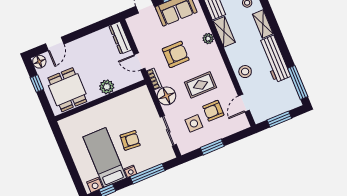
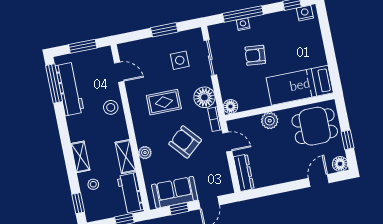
armchair: (176, 54) -> (185, 142), turned 49
workbench: (274, 59) -> (70, 89), moved
dining table: (67, 90) -> (315, 126), turned 90
floor lamp: (143, 92) -> (230, 106), added
door: (244, 103) -> (119, 72), hinge flipped
armchair: (213, 111) -> (155, 70), removed
bed: (105, 157) -> (300, 85), moved, turned 90
nightstand: (130, 171) -> (243, 24), moved

